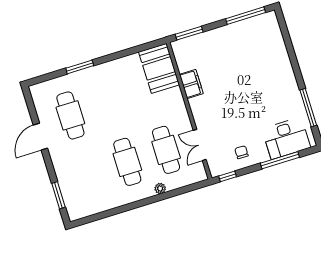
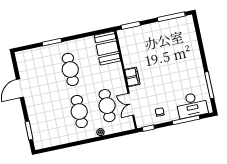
filing cabinet: (191, 84) -> (132, 77), moved
cafe table: (70, 115) -> (70, 69), moved

